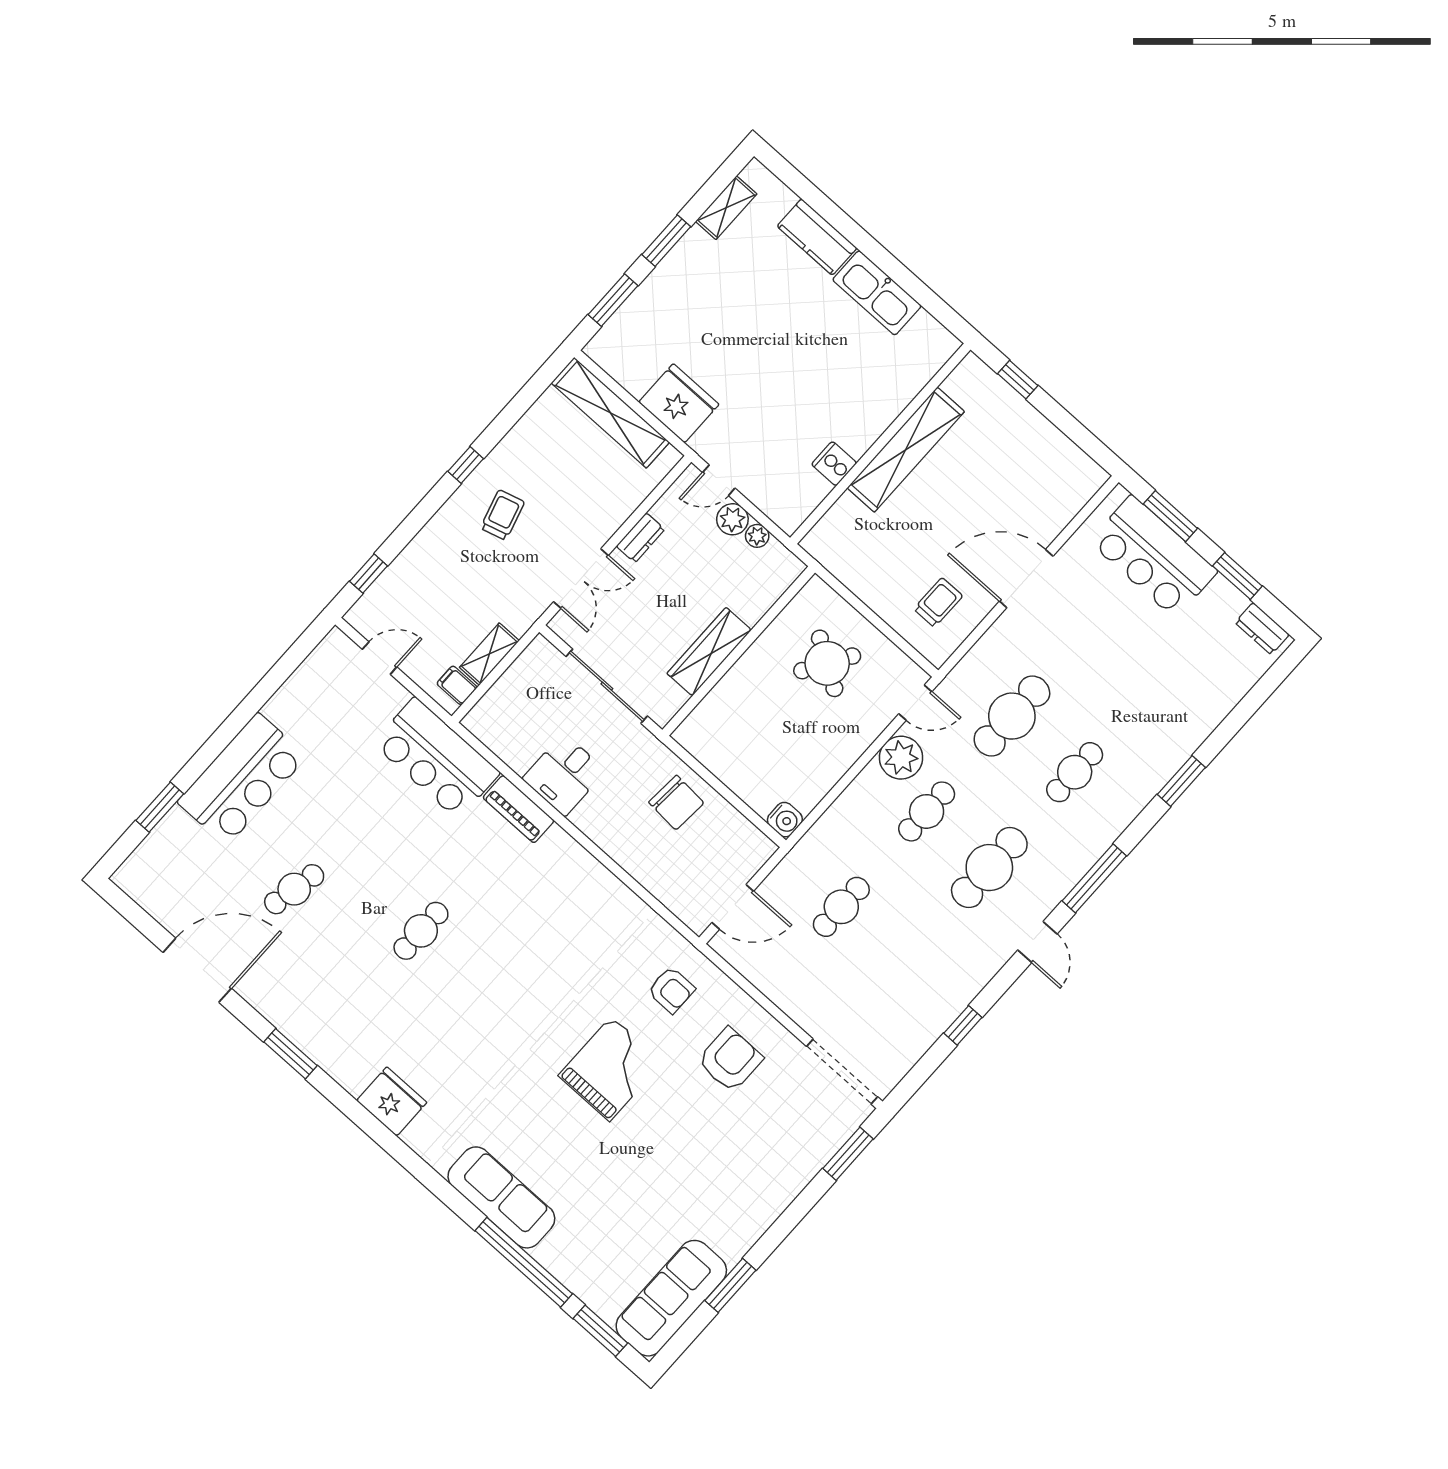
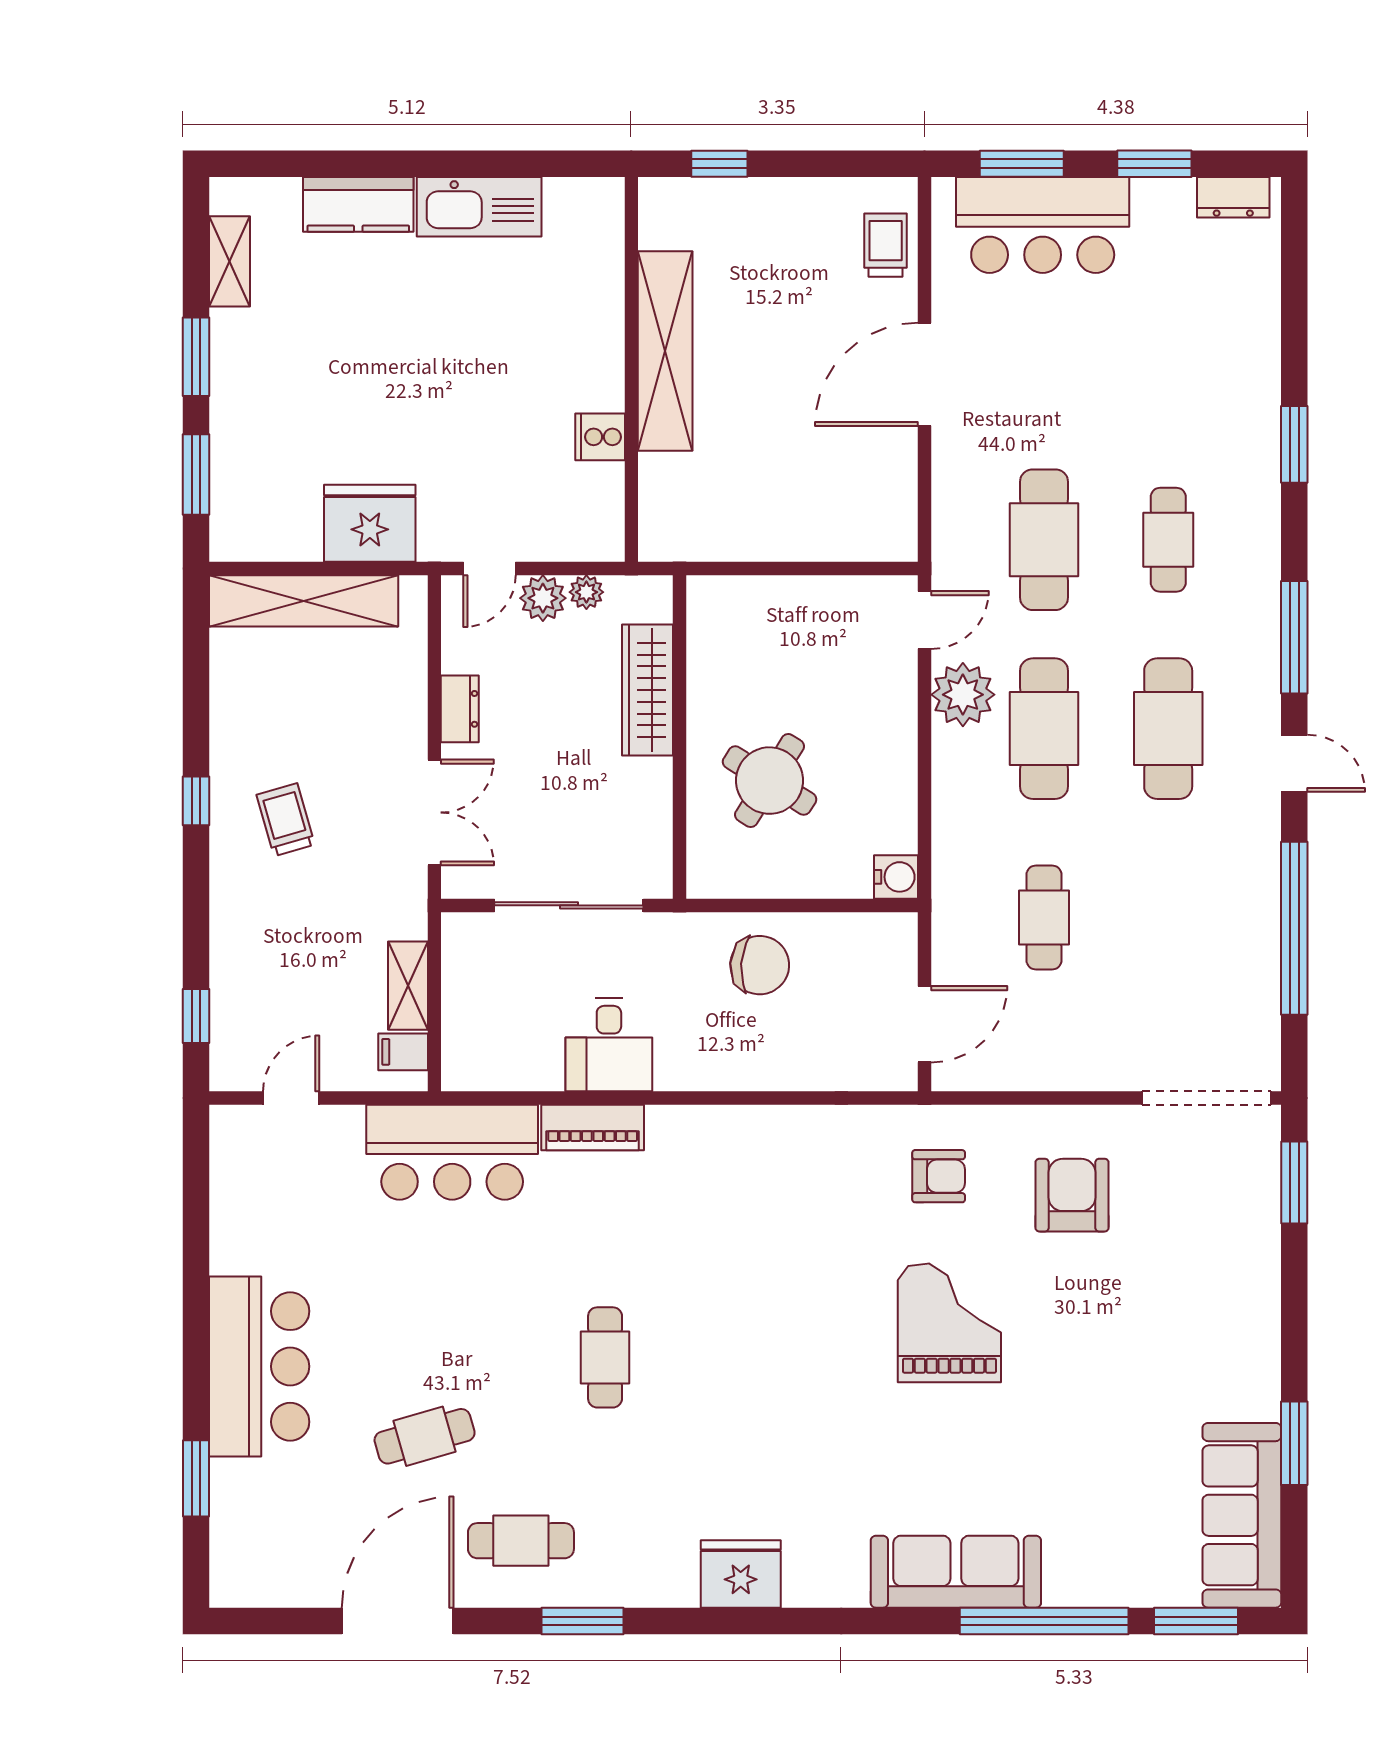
trolley: (938, 603) -> (886, 245), moved
wardrobe: (709, 652) -> (648, 690), moved
round table: (827, 663) -> (770, 781), moved
cafe table: (927, 811) -> (1044, 729), width x1.37, depth x1.35
cafe table: (294, 889) -> (425, 1436), turned 62
cafe table: (296, 985) -> (521, 1541), added
window: (963, 1025) -> (1294, 928), width x3.17

